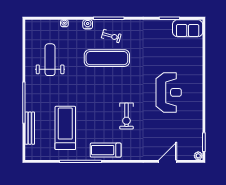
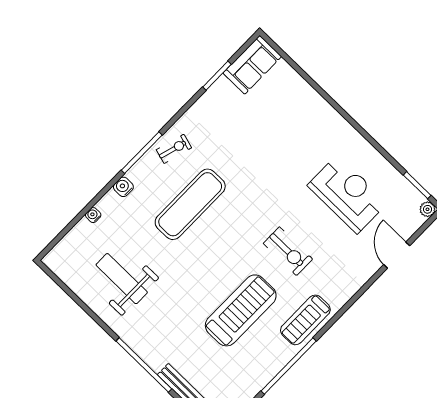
exercise bike: (111, 36) -> (174, 149), moved
reception desk: (169, 92) -> (347, 194), moved
treadmill: (65, 128) -> (241, 310), moved, turned 90

